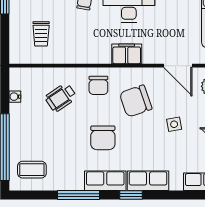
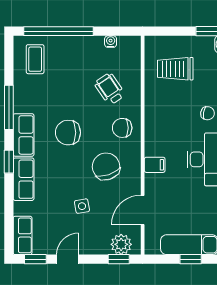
trolley: (41, 34) -> (175, 69), width x1.36, depth x1.39
filing cabinet: (127, 54) -> (155, 165), width x0.50

